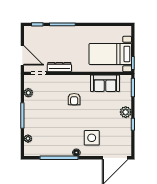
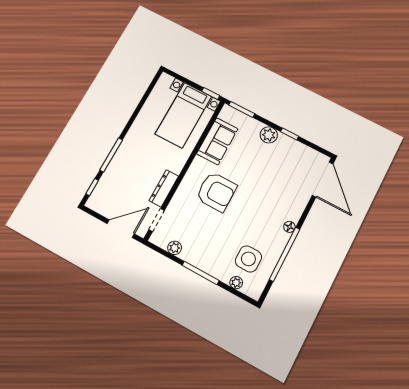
armchair: (74, 99) -> (216, 192), width x1.88, depth x1.88
side table: (92, 138) -> (248, 259), moved

